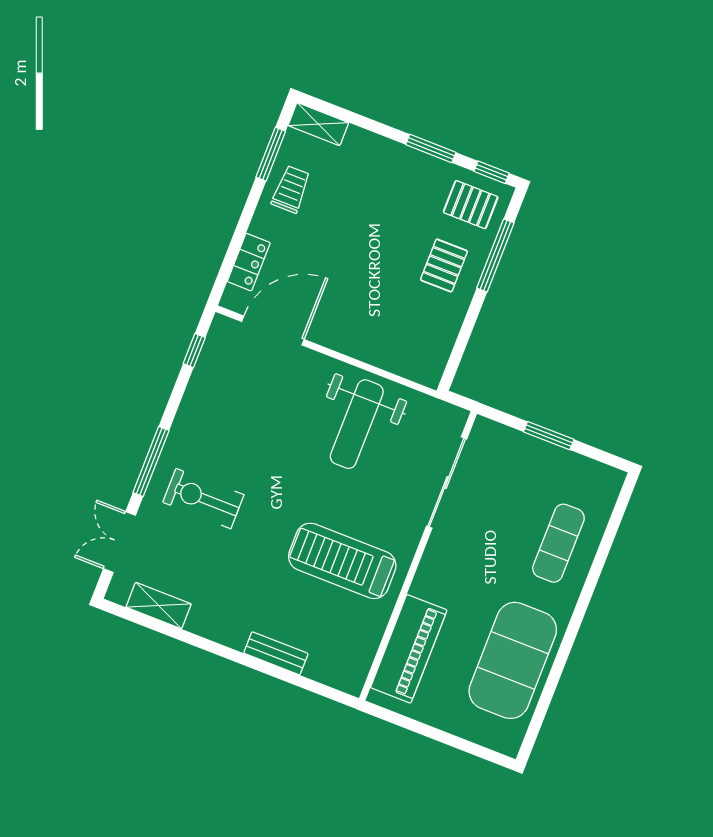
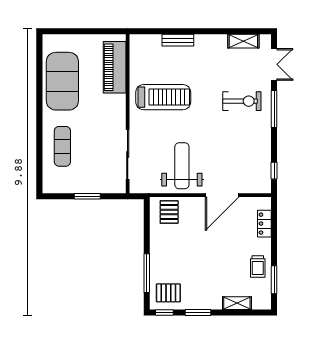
shelving: (318, 124) -> (237, 303), moved
pallet: (444, 265) -> (169, 212), moved
door: (273, 330) -> (222, 195), moved

